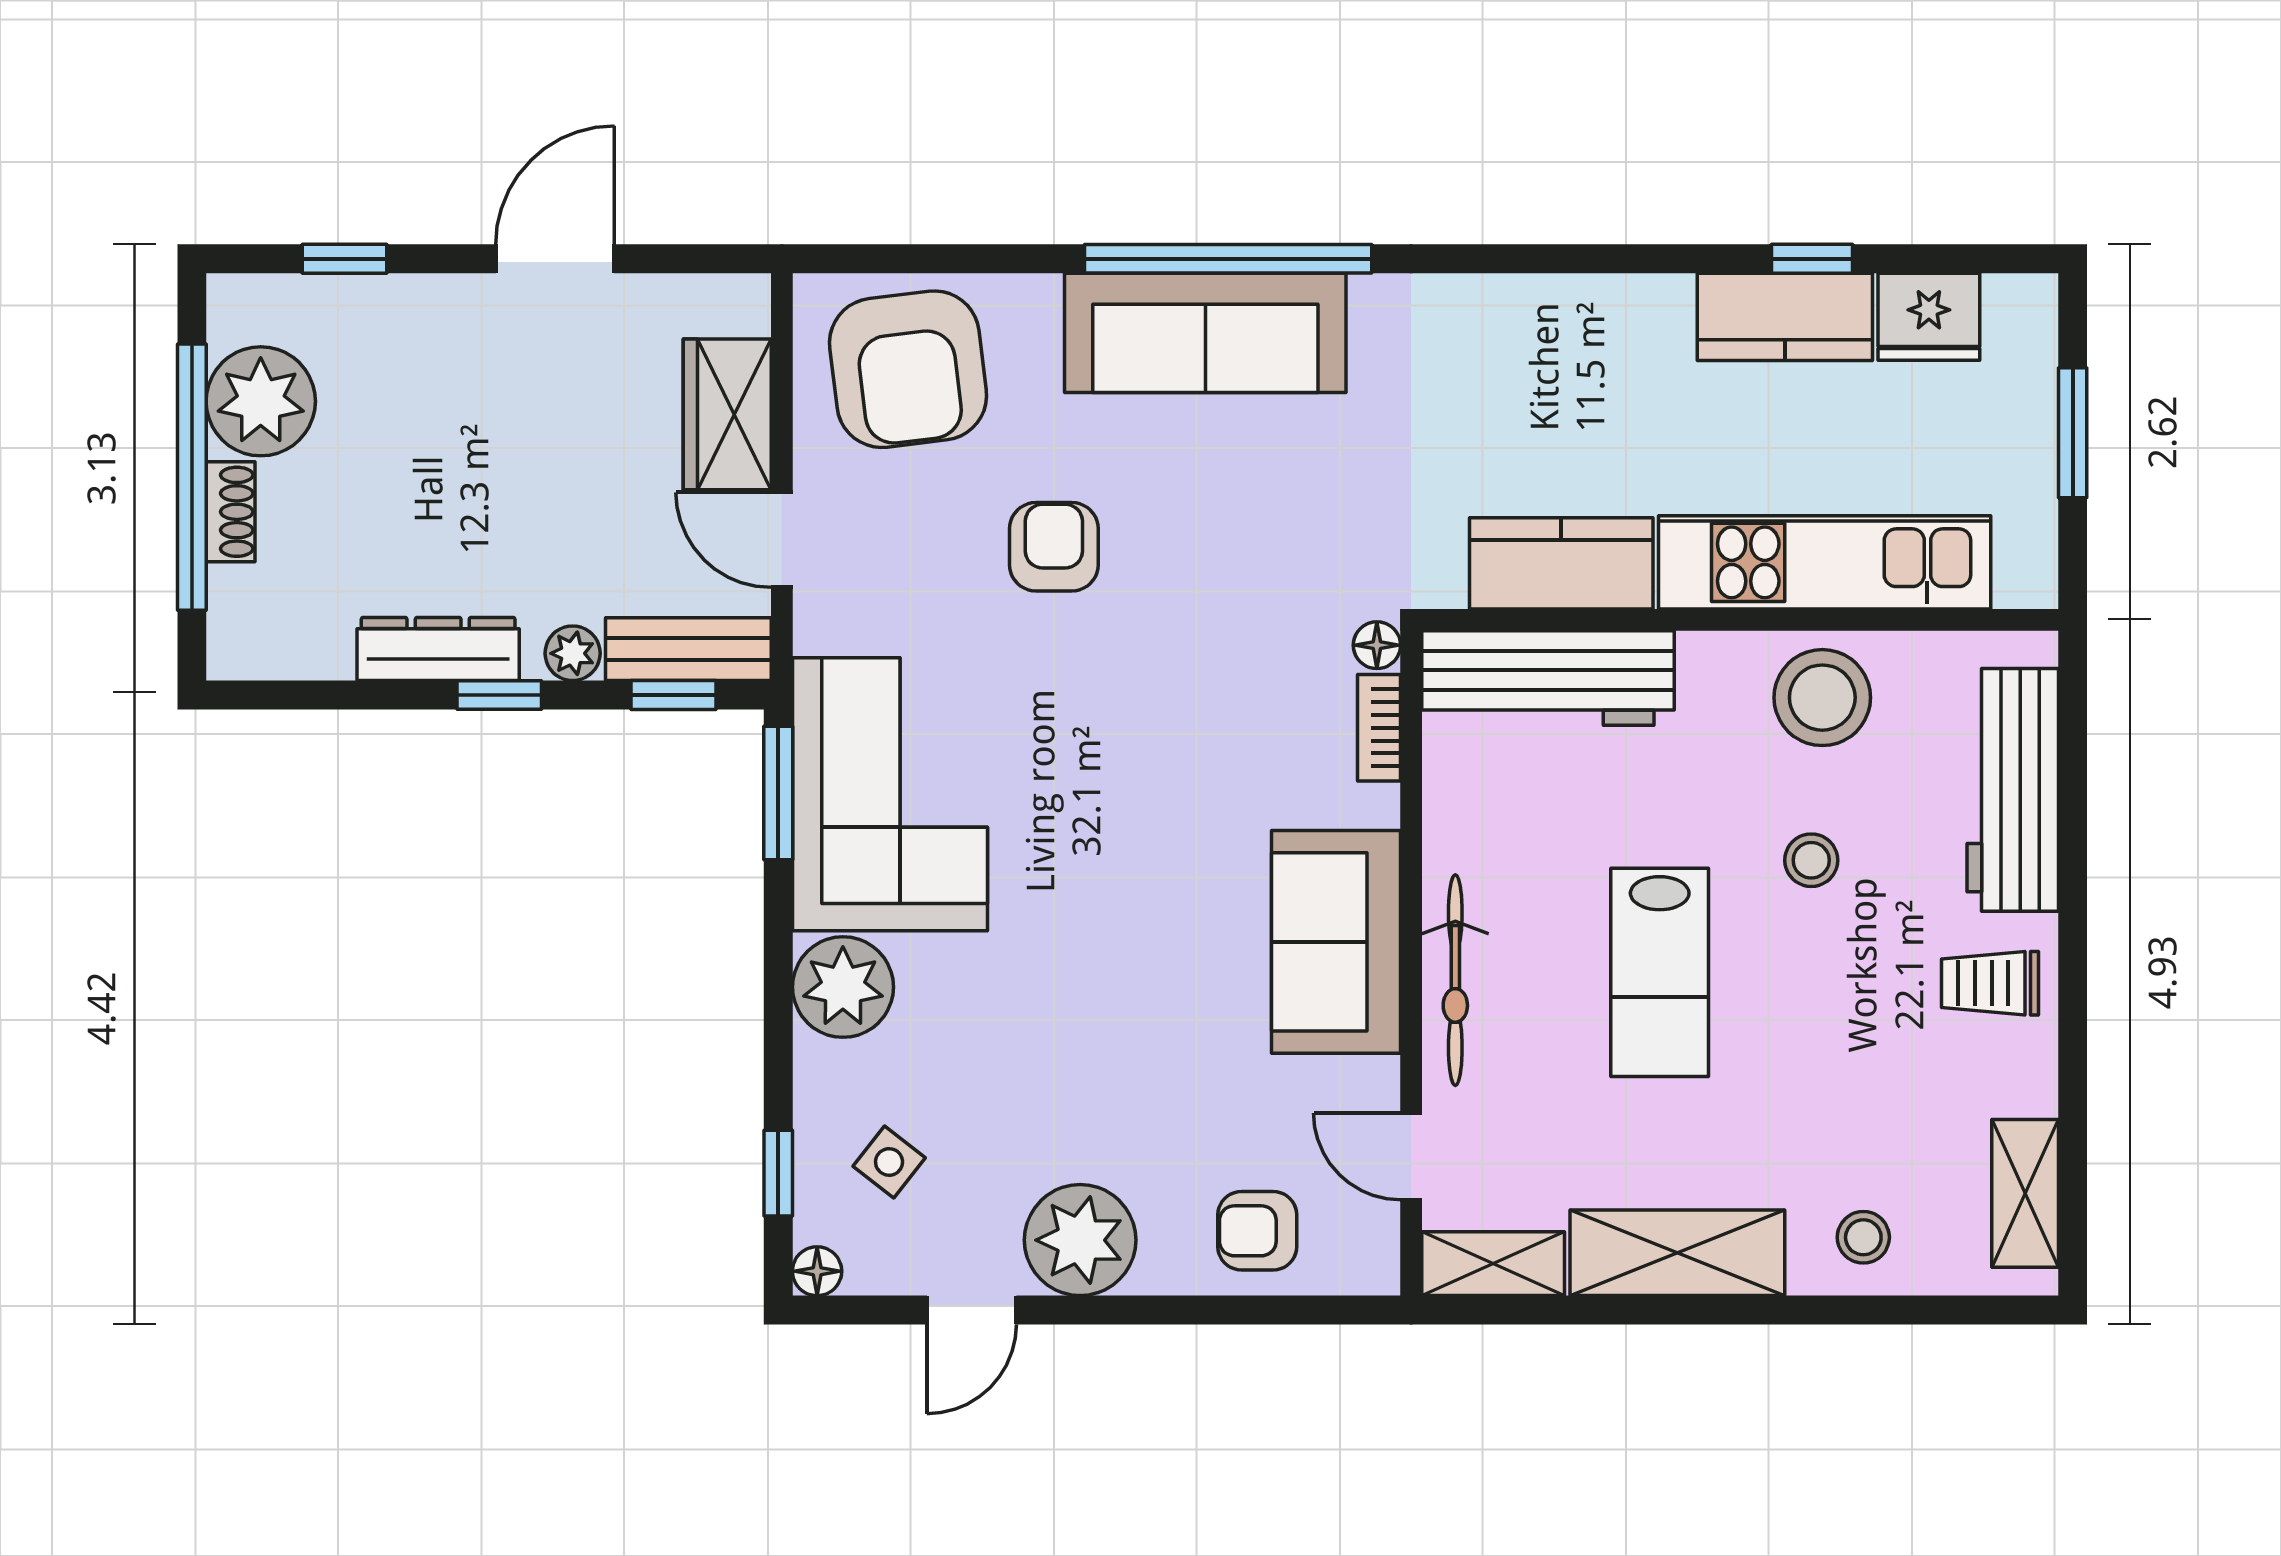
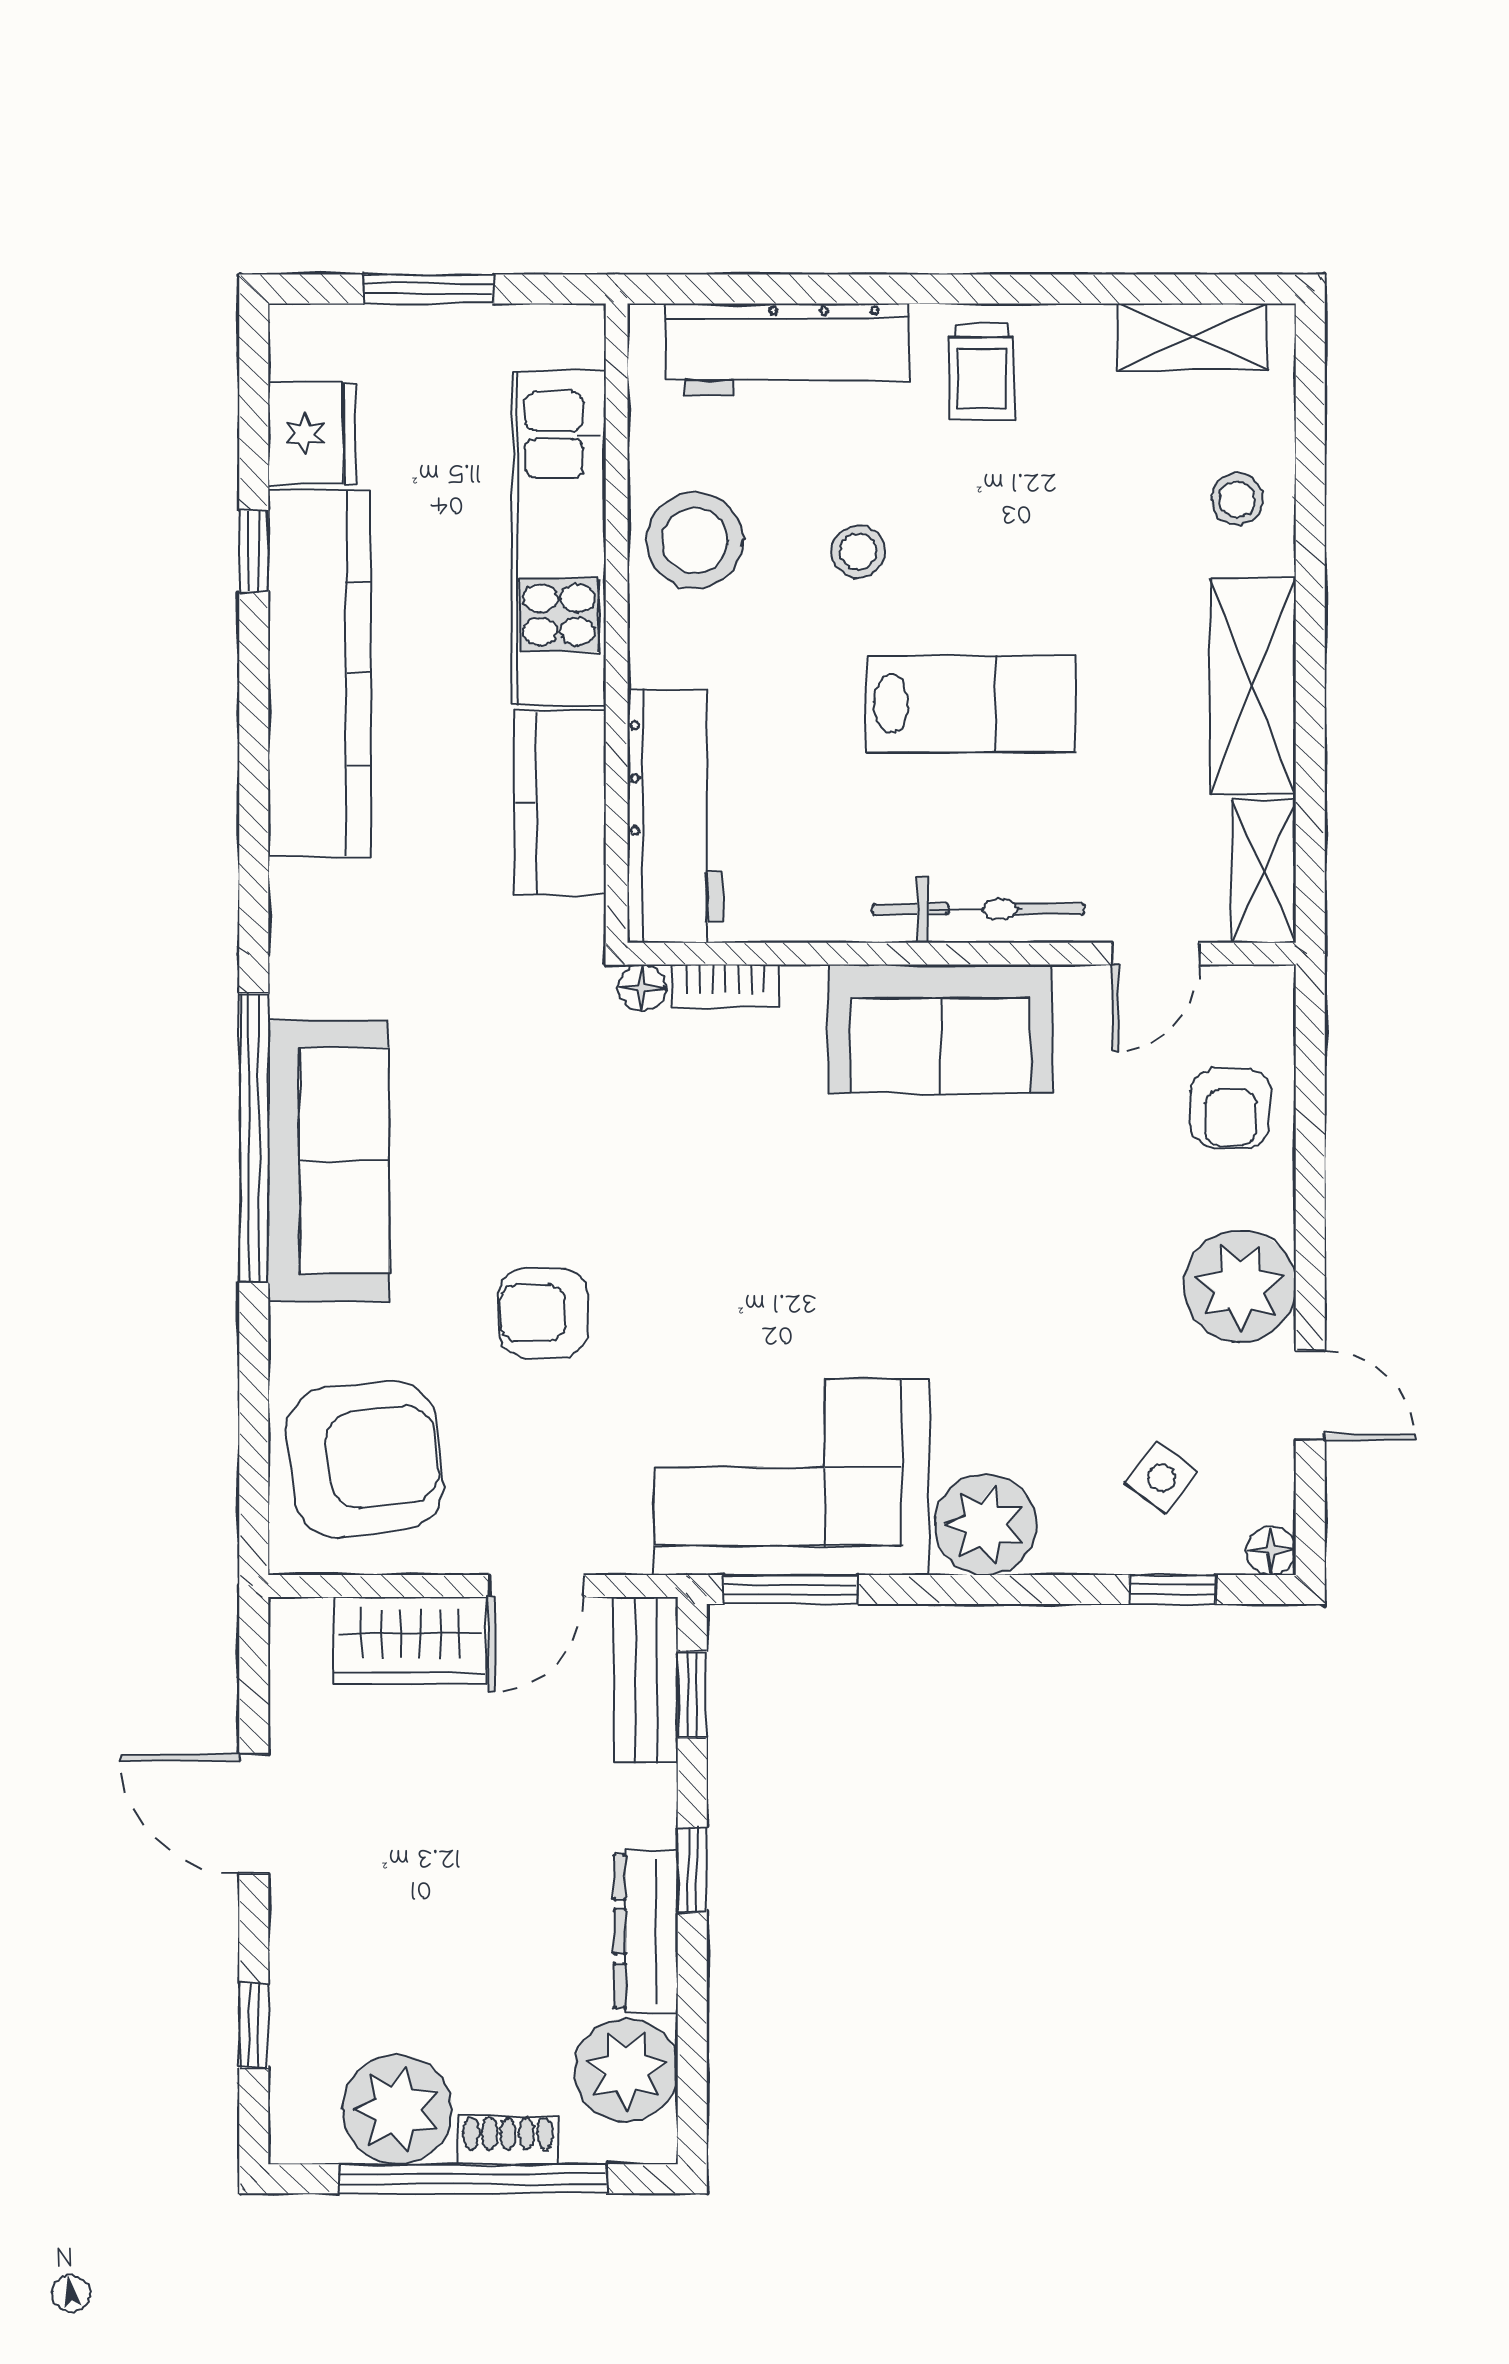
kitchen counter: (1785, 317) -> (319, 673), width x2.08, depth x1.17
plant: (573, 653) -> (626, 2070), moved, width x1.87, depth x1.87

